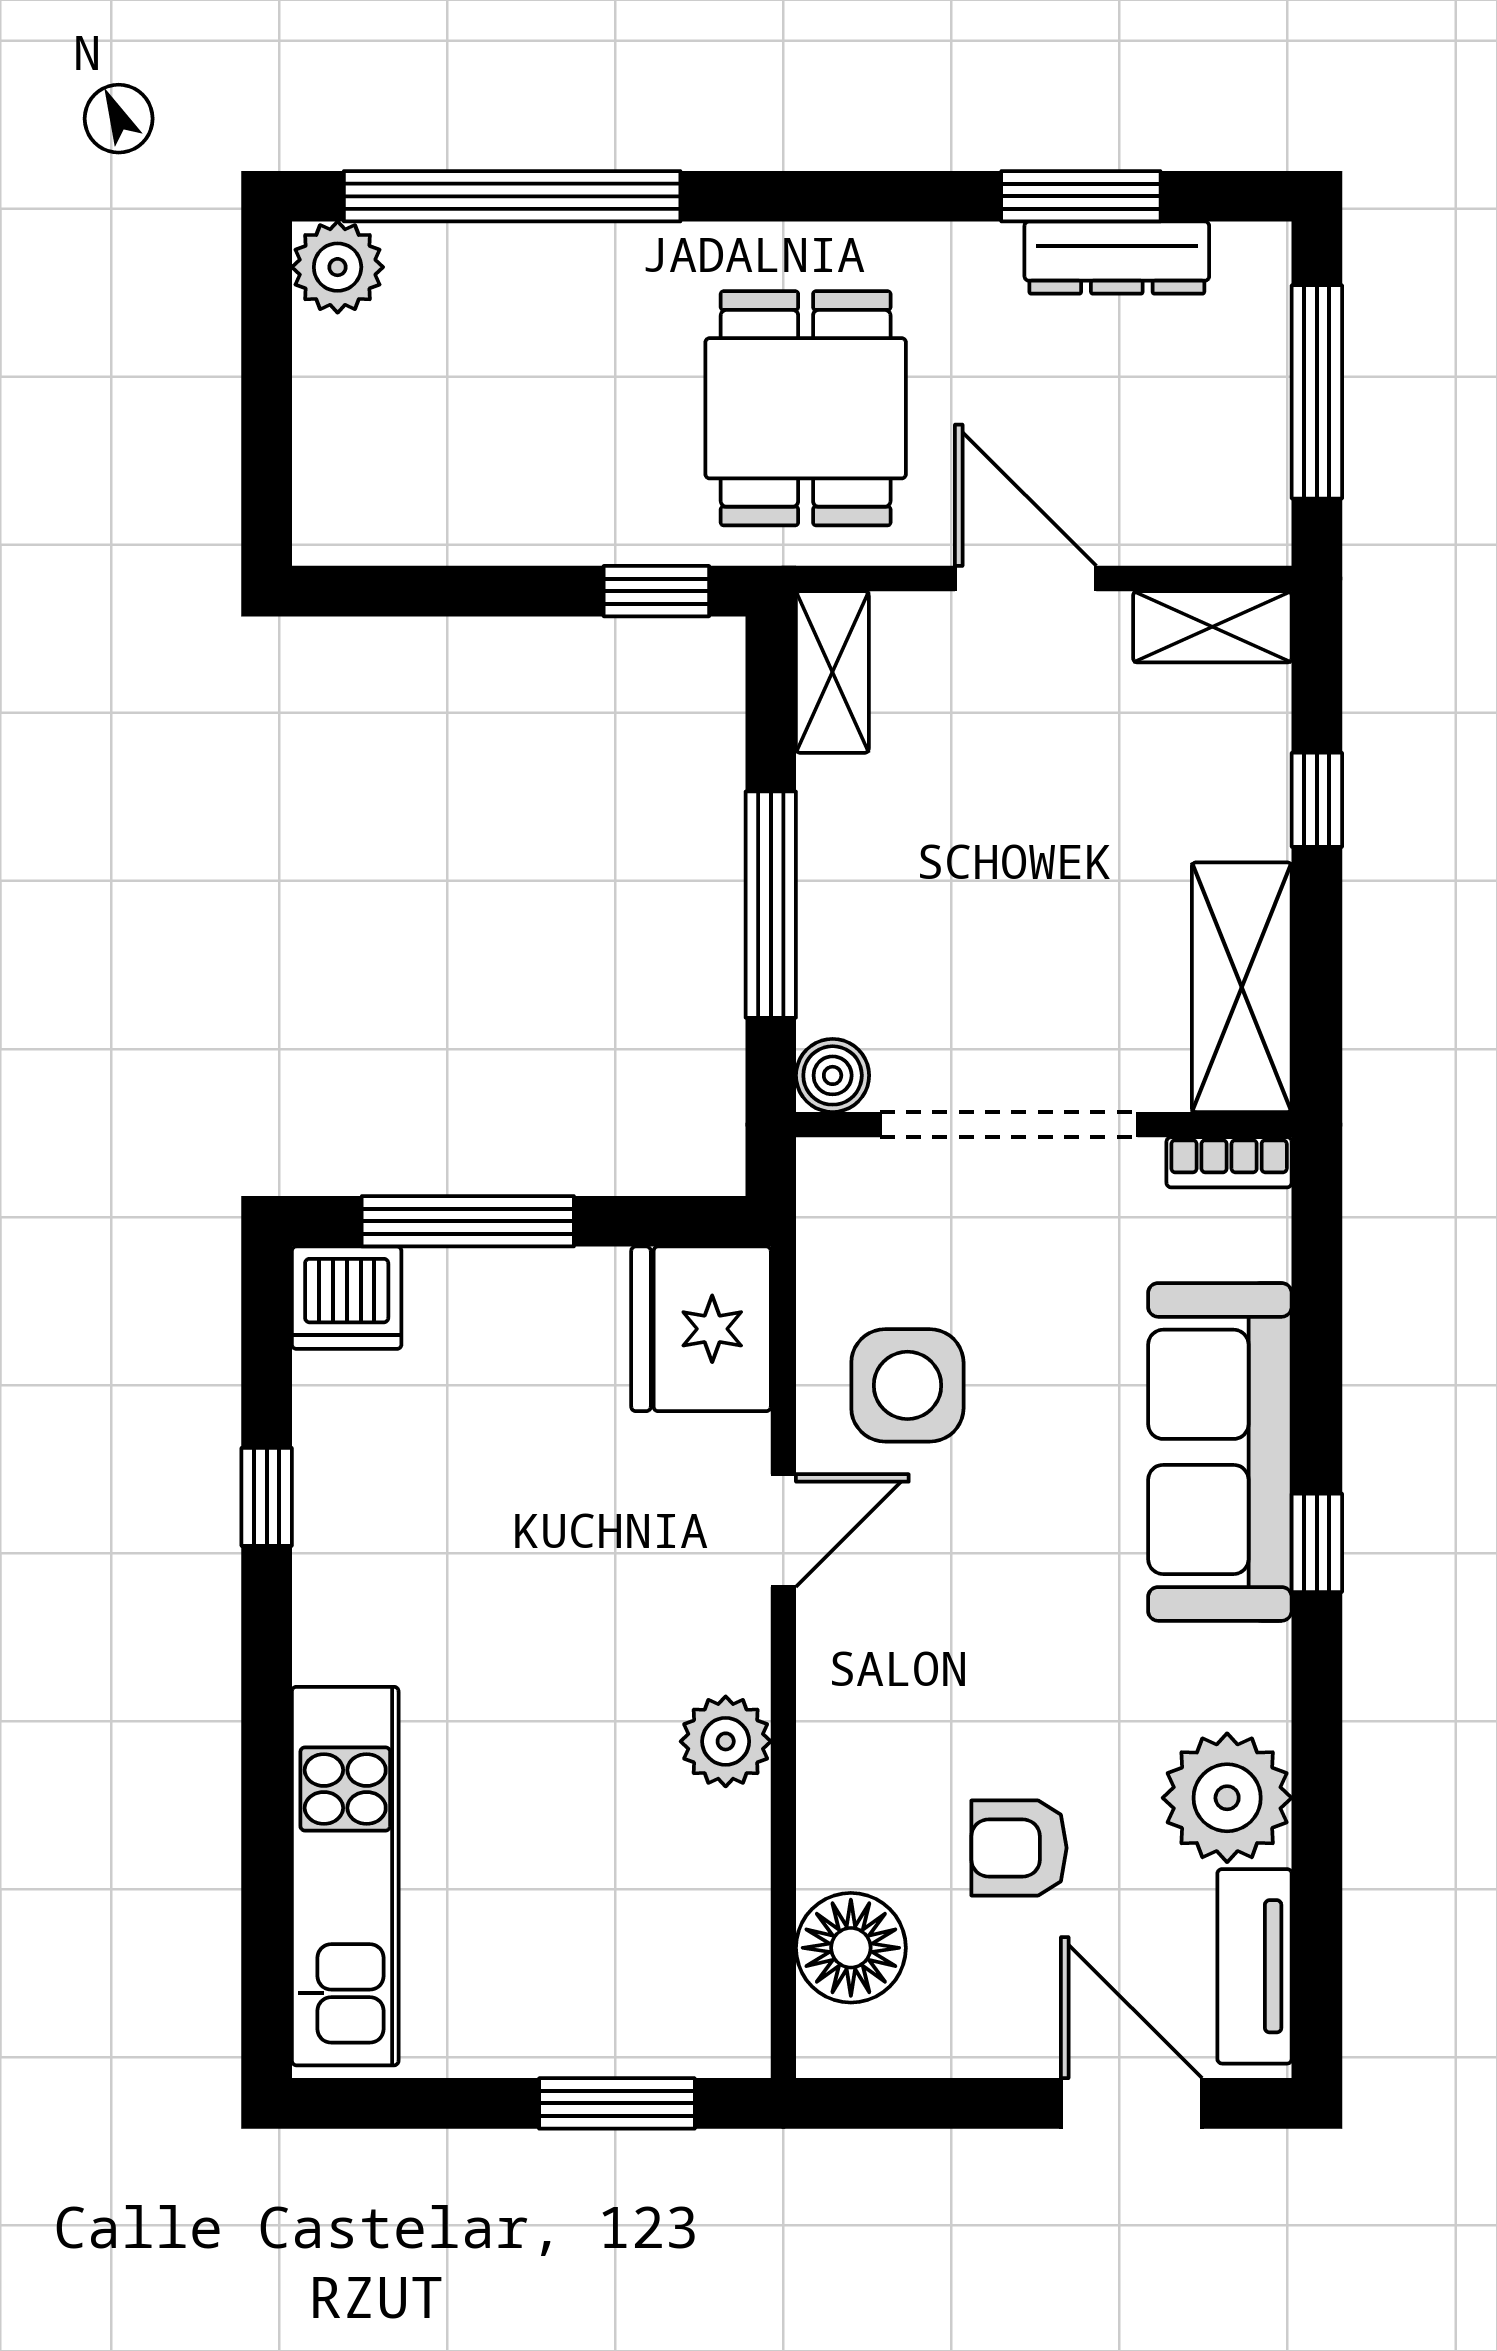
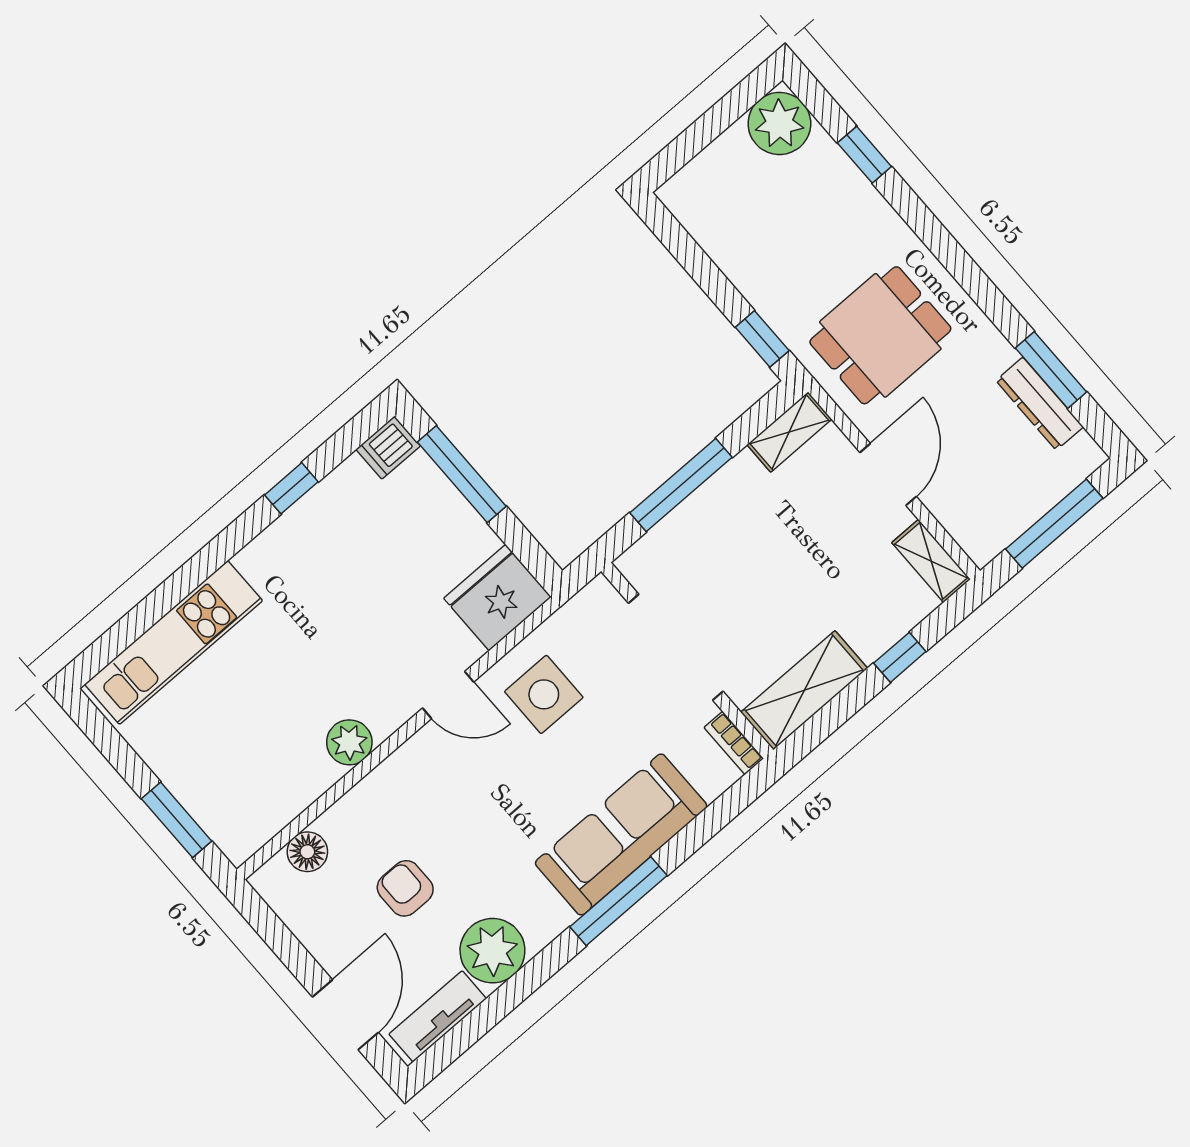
window: (512, 196) -> (864, 155), width x0.32
plant: (338, 267) -> (779, 124), width x1.36, depth x1.36
boiler: (833, 1075) -> (637, 564), removed
dishwasher: (347, 1298) -> (388, 448), width x0.73
window: (1317, 1543) -> (618, 901), width x2.17
floor lamp: (851, 1948) -> (307, 852), width x0.73, depth x0.73

